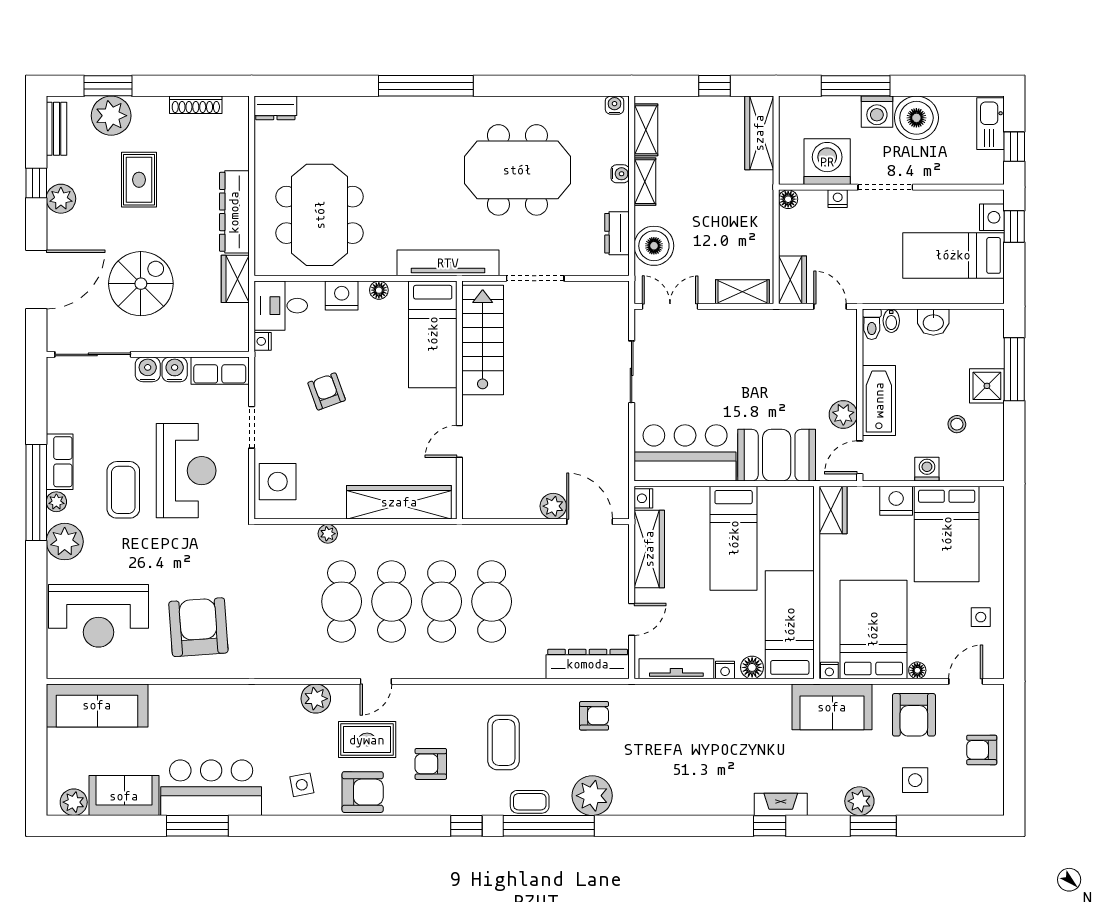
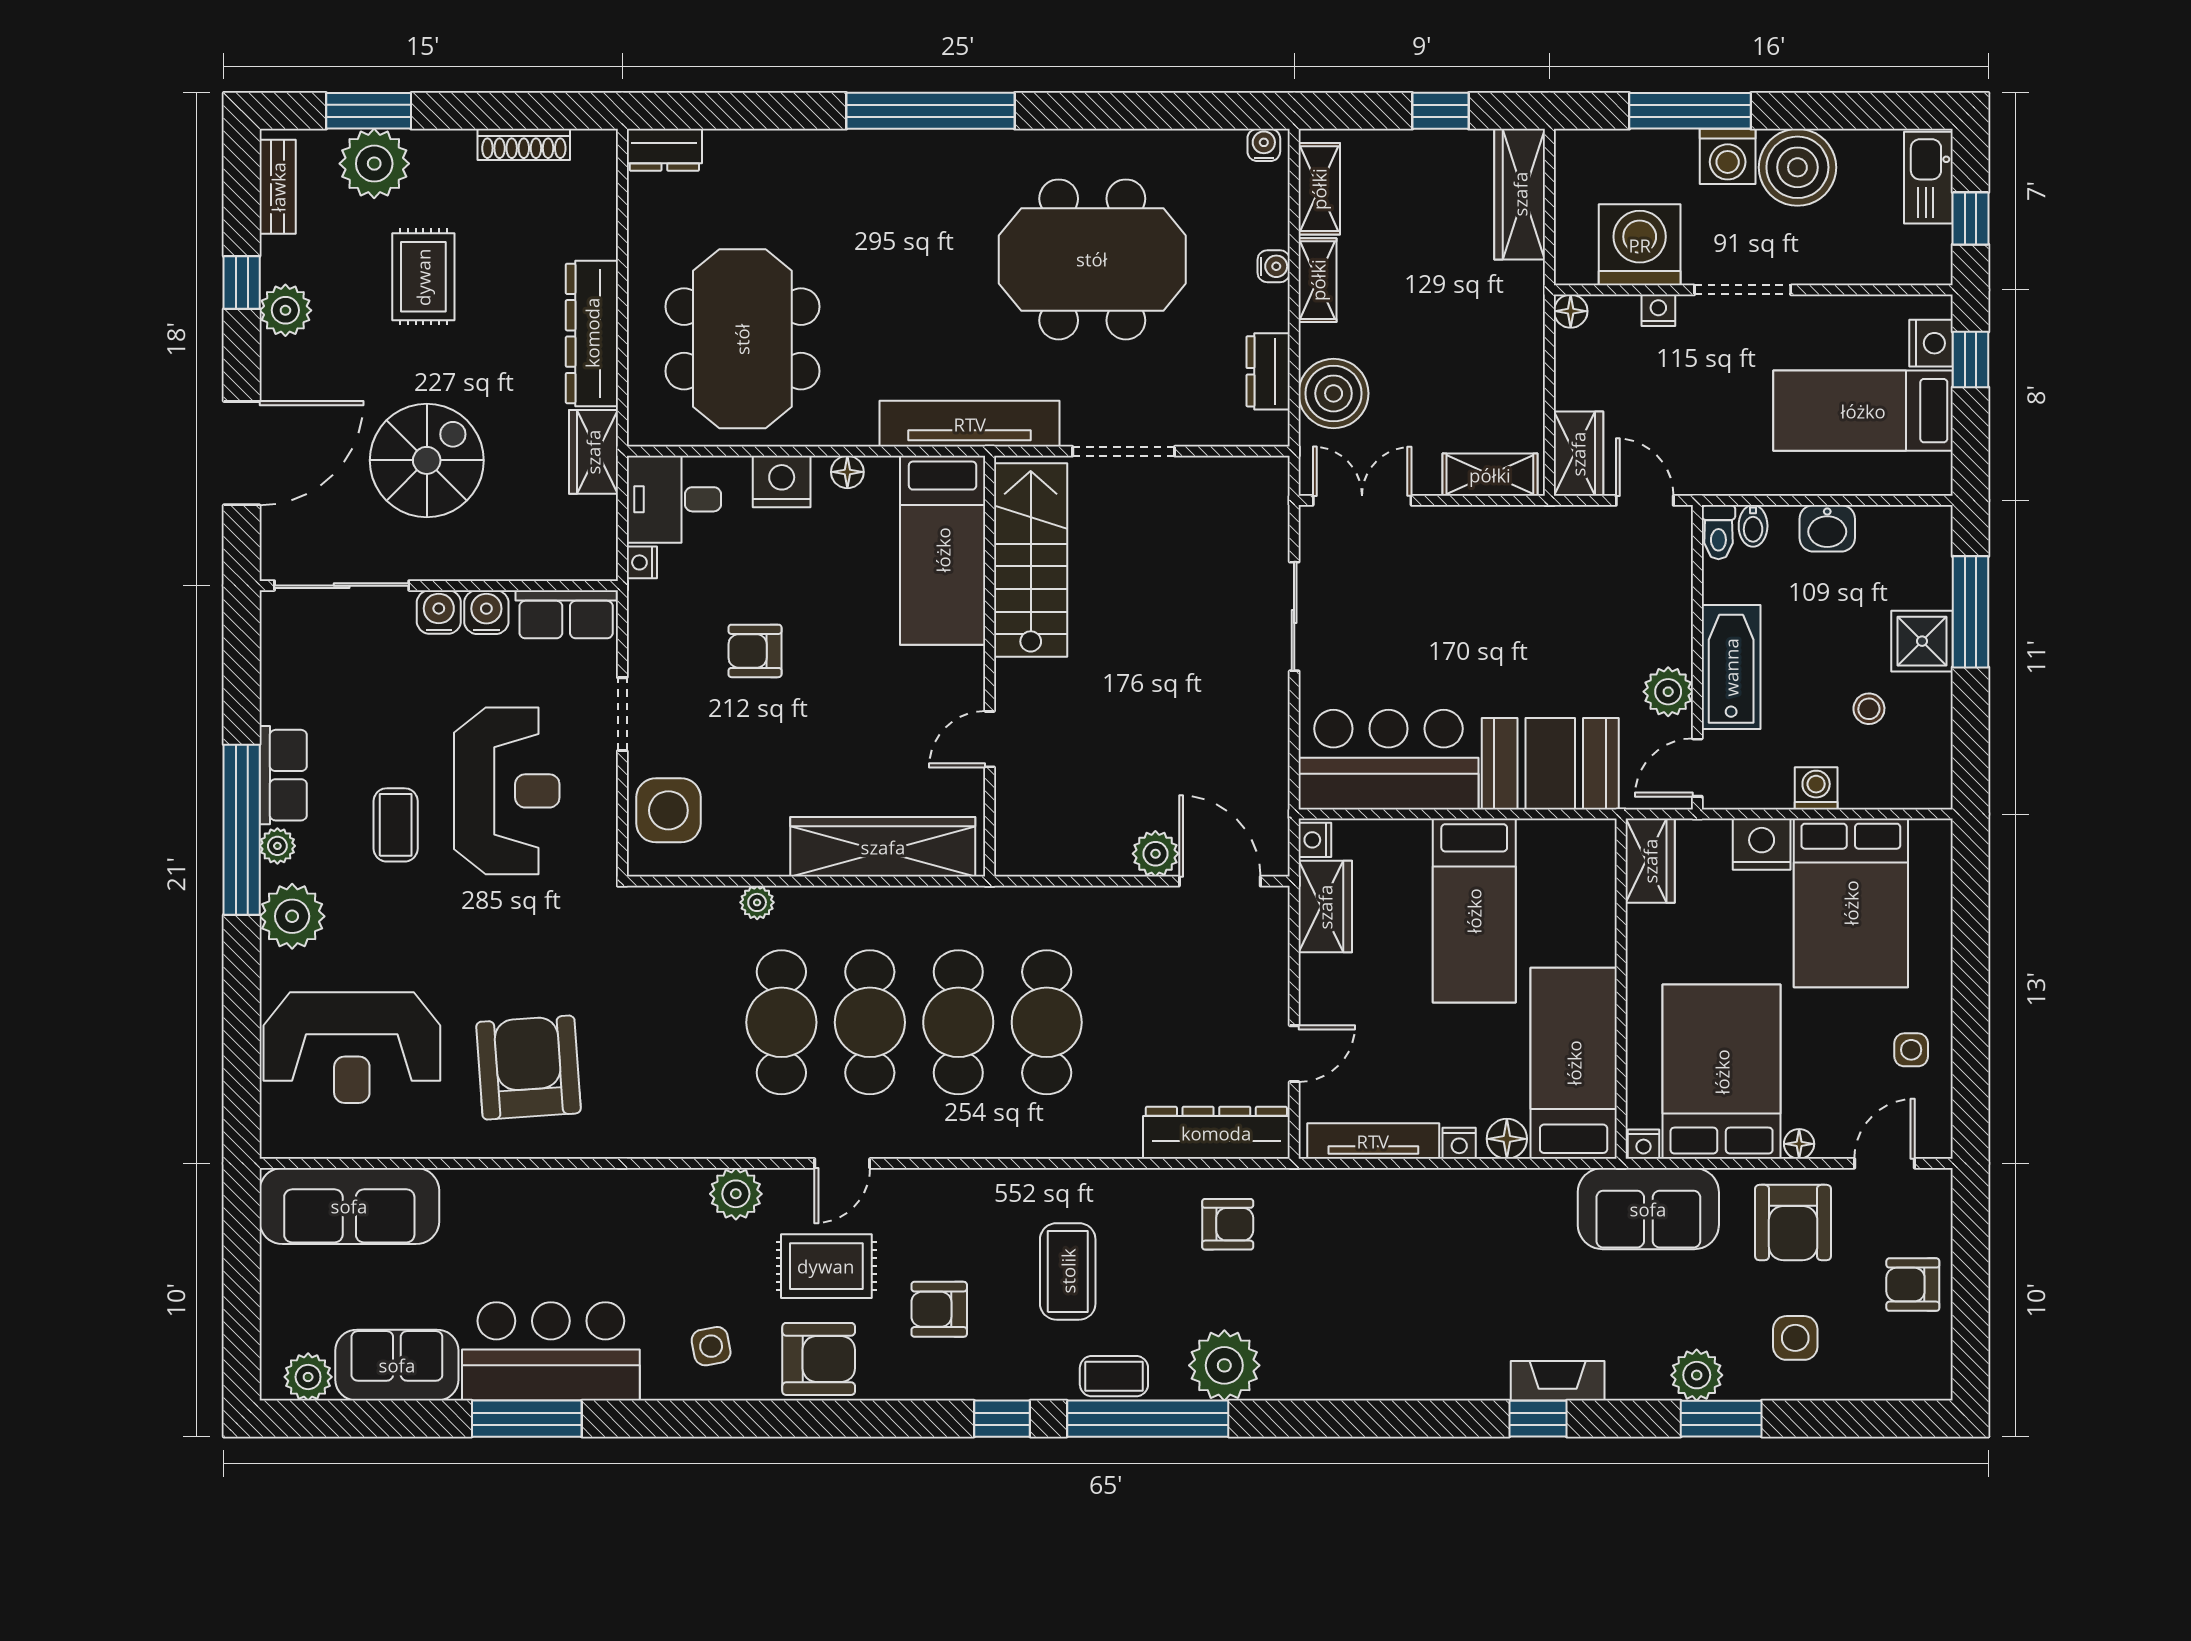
armchair: (327, 391) -> (755, 651), turned -70
coffee table: (123, 490) -> (396, 825), width x0.73, depth x0.77
wardrobe: (649, 549) -> (1325, 907), width x0.67

